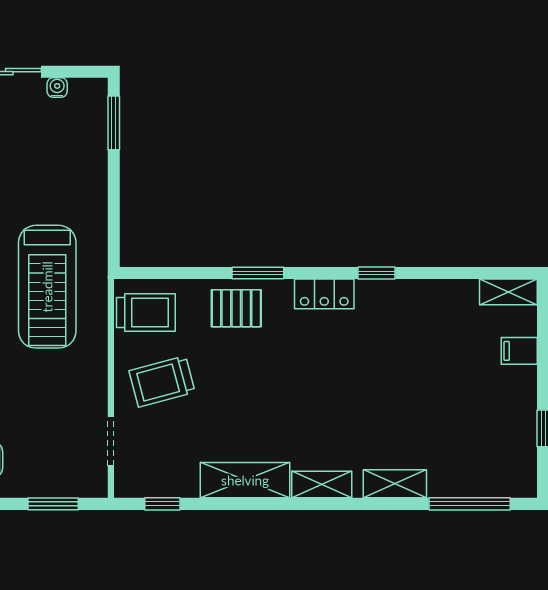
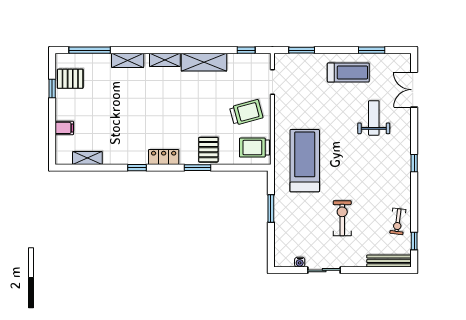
window: (114, 123) -> (271, 209), moved
shelving: (508, 292) -> (87, 158), moved
pallet: (236, 308) -> (208, 150), turned 90
pallet: (508, 448) -> (70, 79), added

